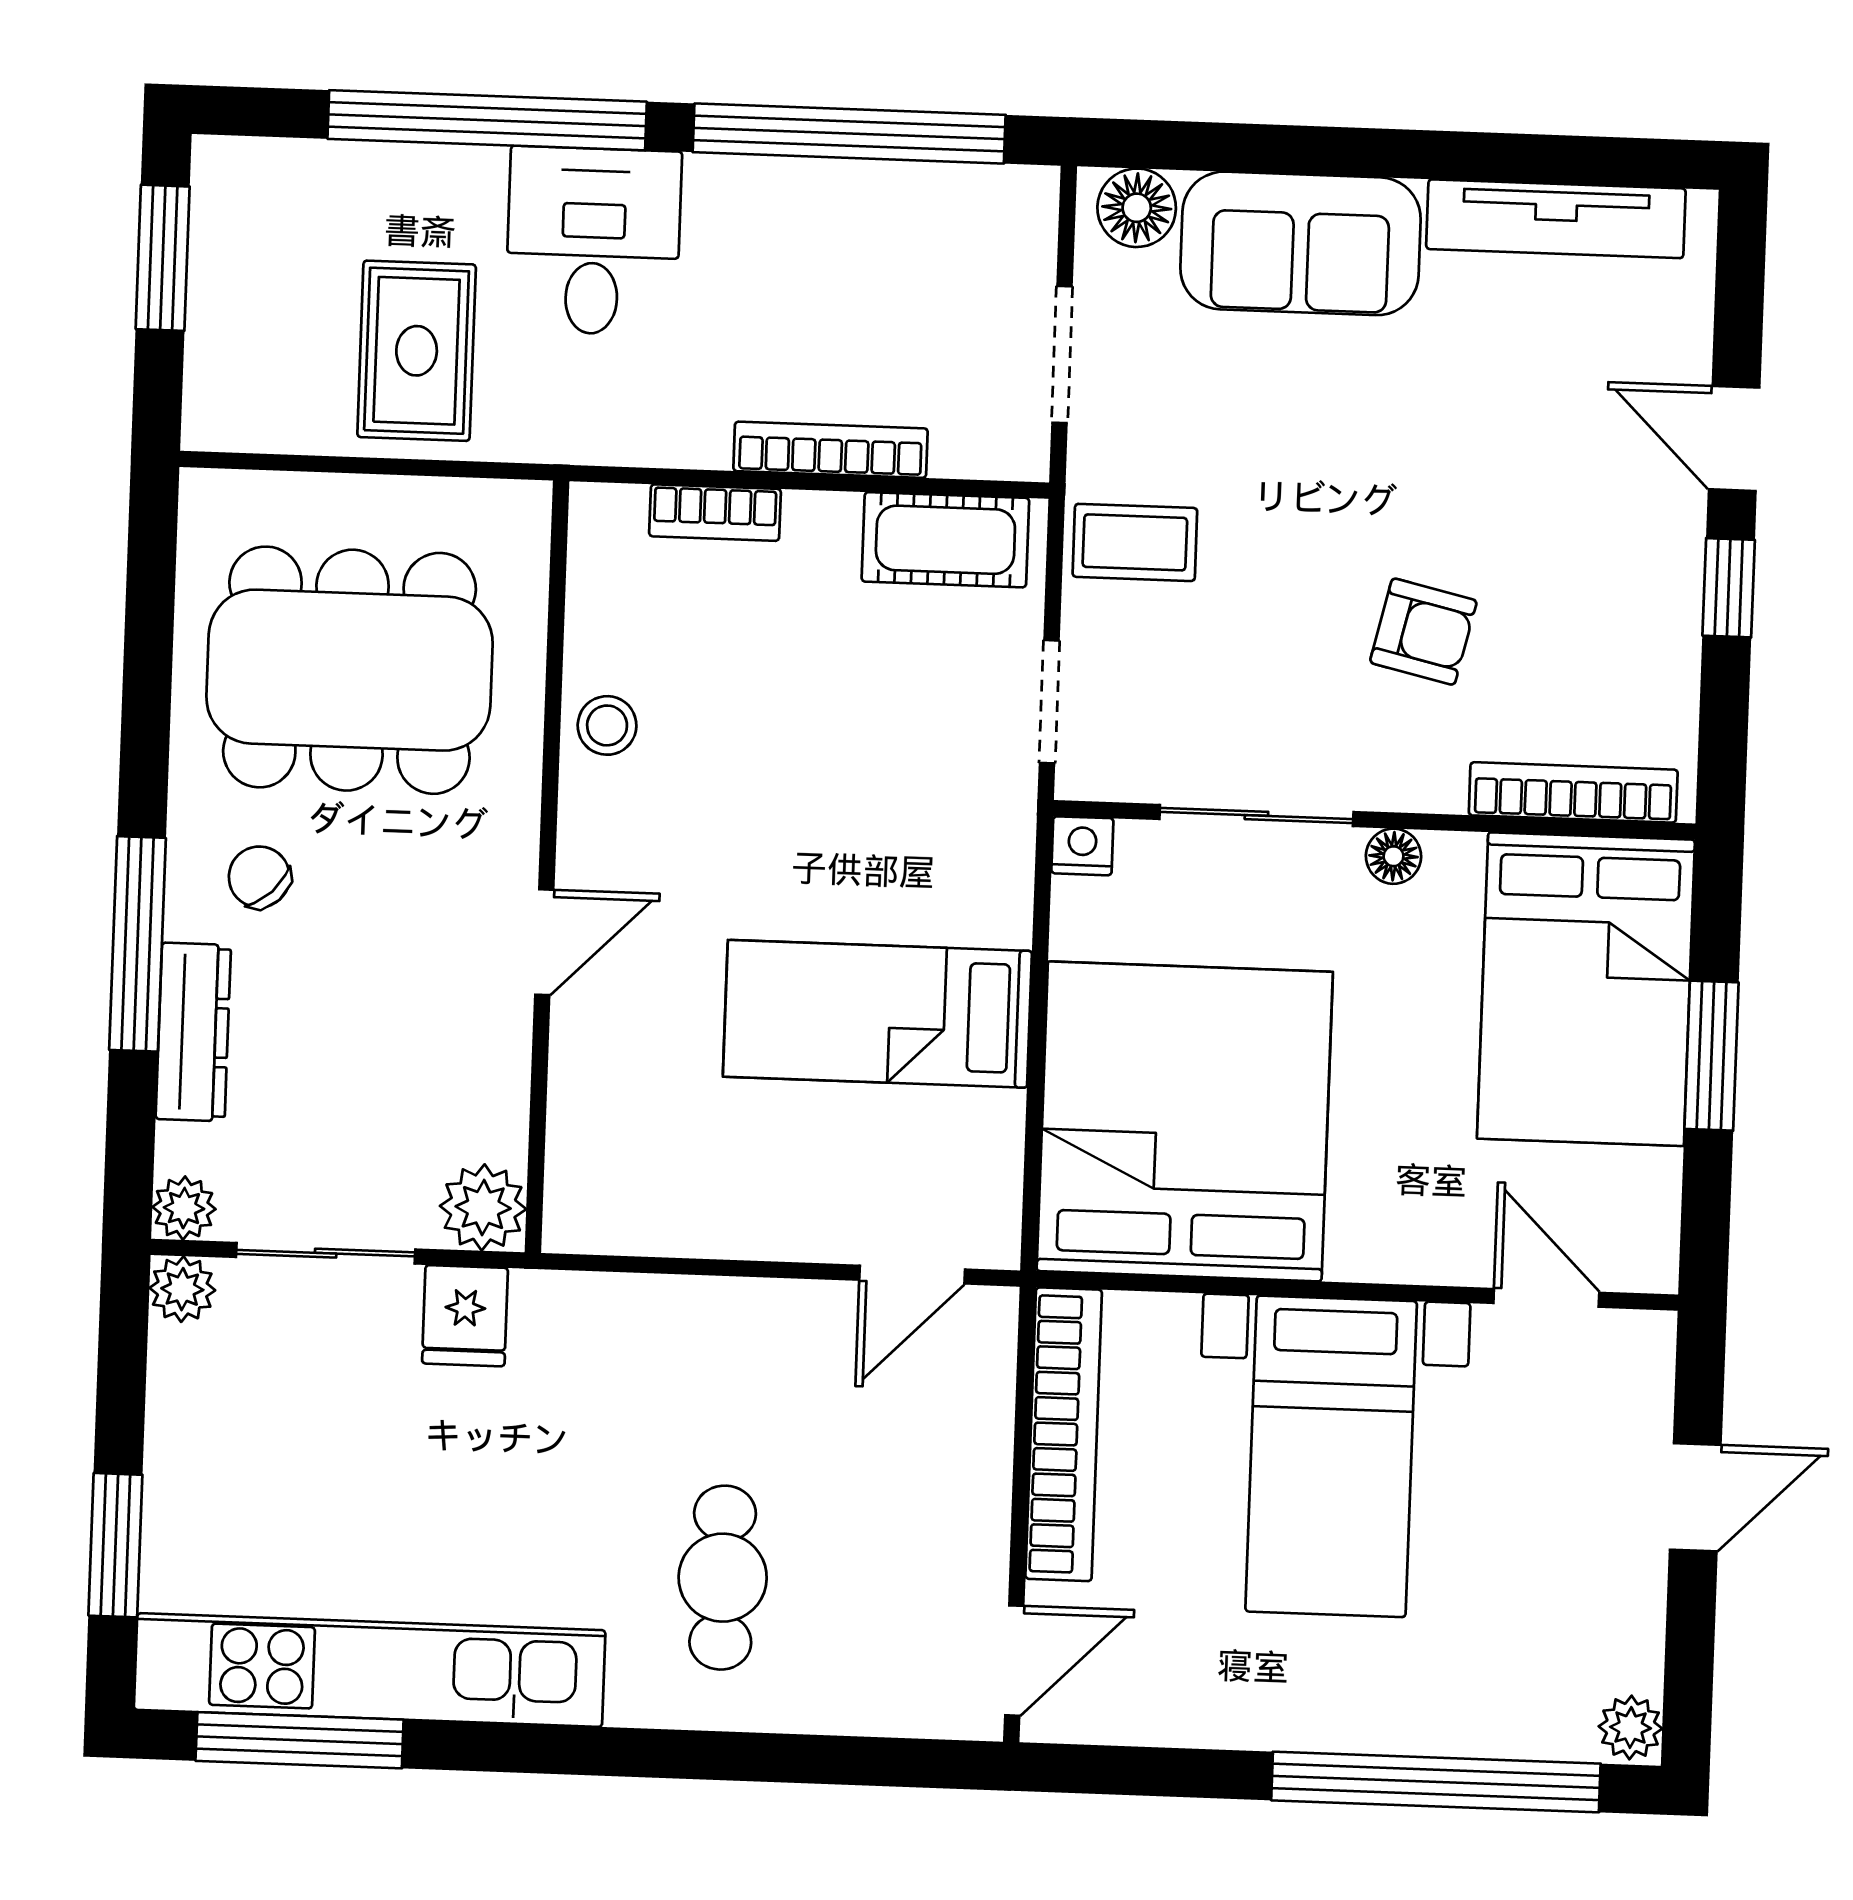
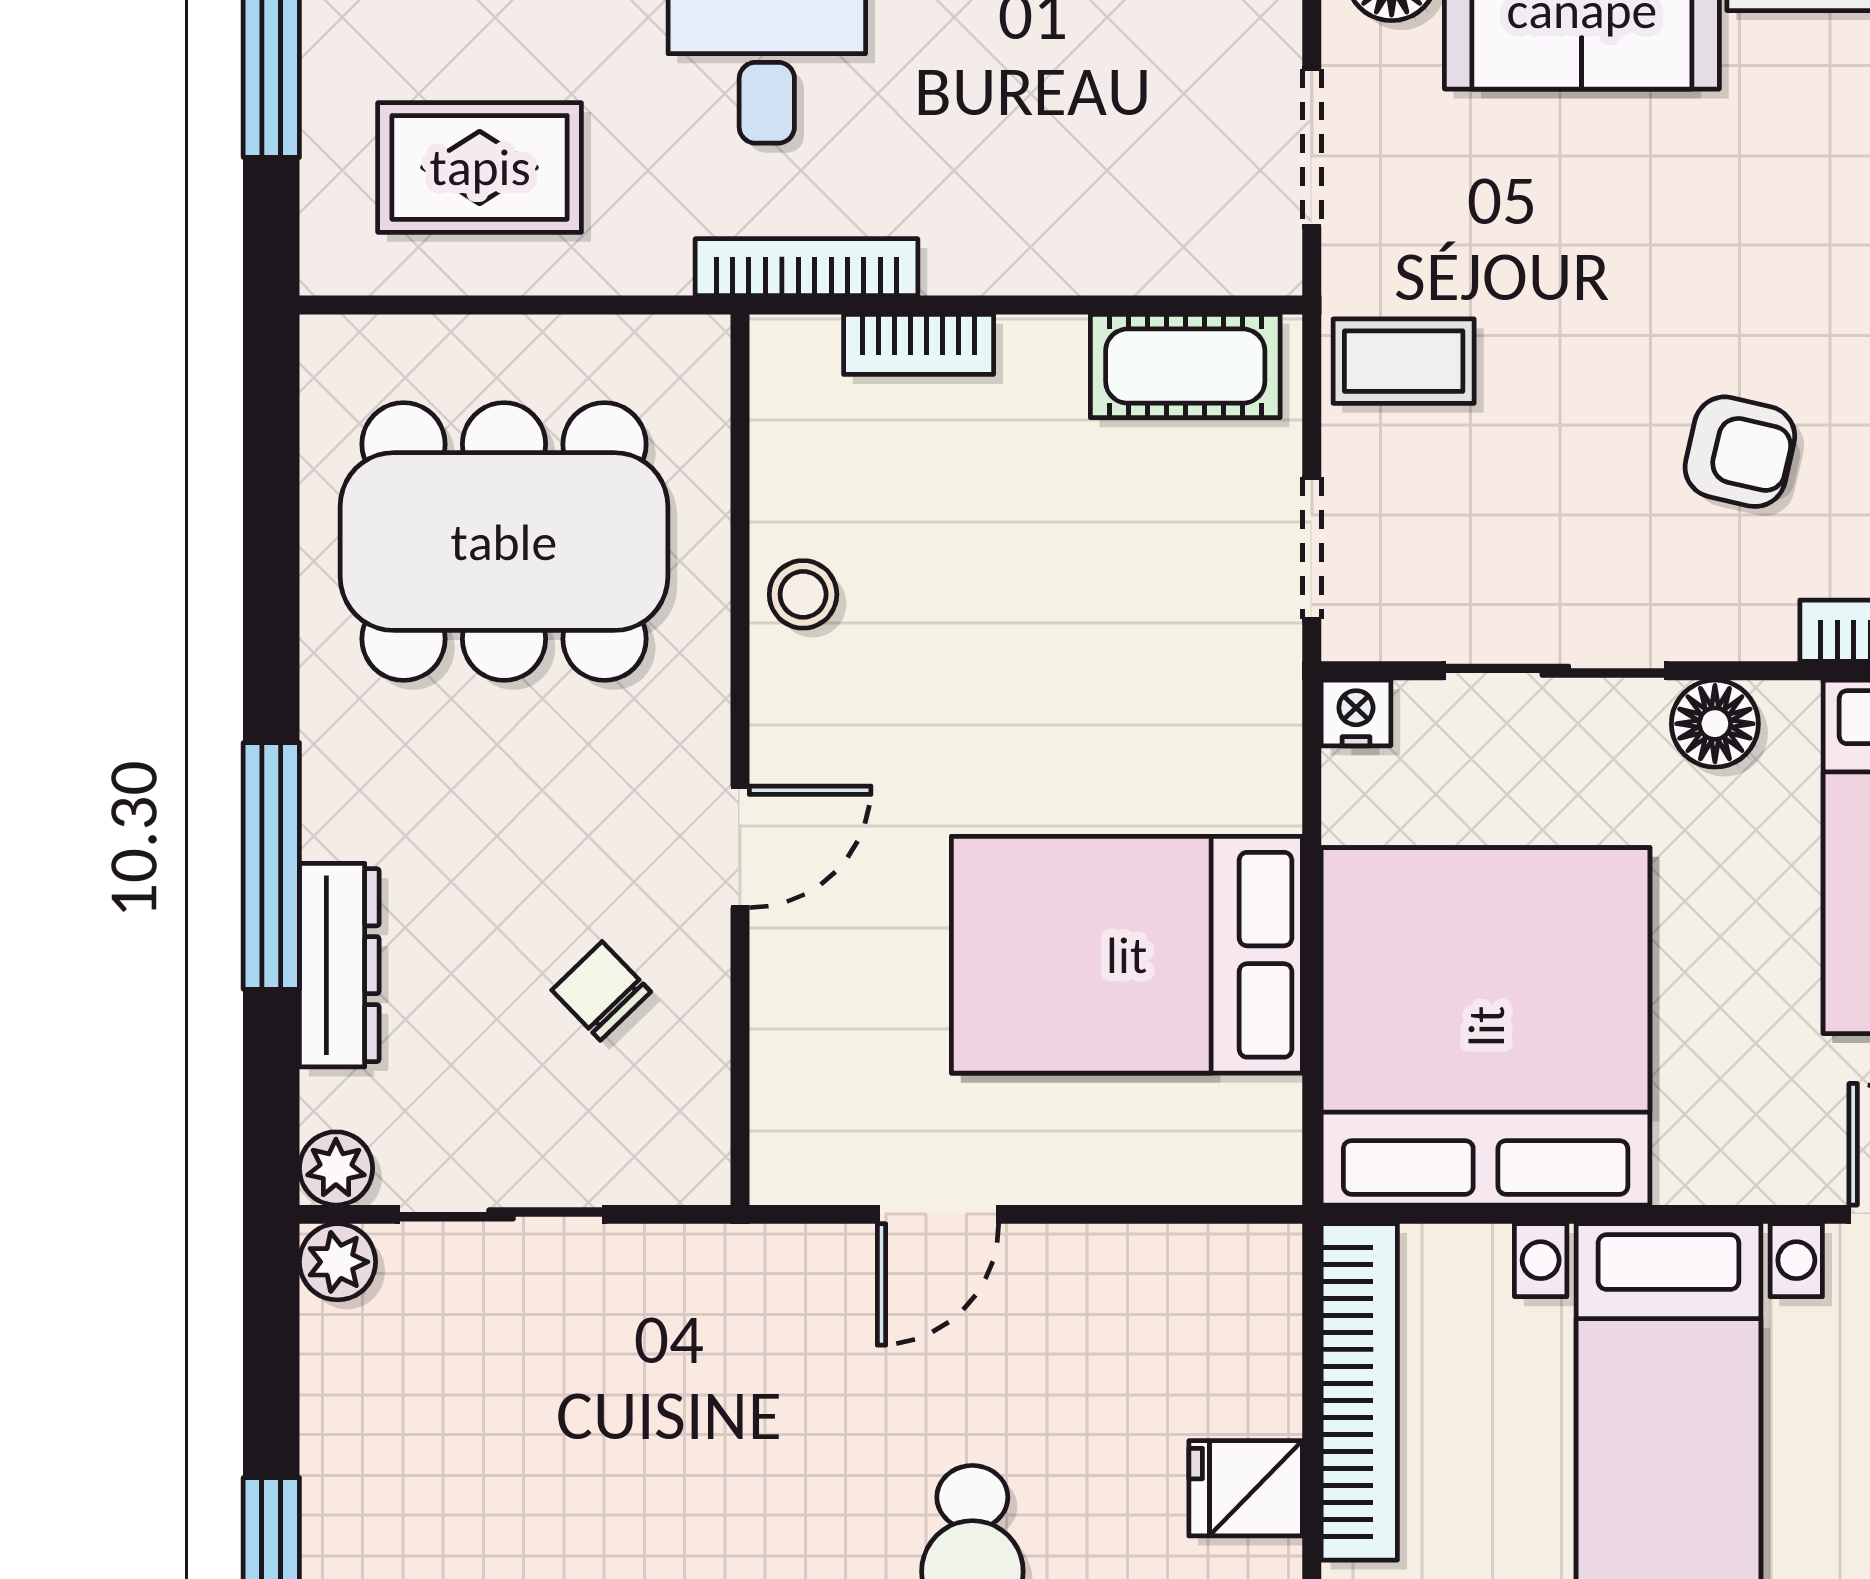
rug: (417, 351) -> (480, 167), moved, turned 90
bookcase: (831, 450) -> (806, 267), moved
floor lamp: (1394, 856) -> (1715, 724), width x1.37, depth x1.37
chair: (259, 877) -> (601, 991), moved
bed: (877, 1014) -> (1127, 955), width x1.50
plant: (483, 1207) -> (681, 1155), removed
door: (912, 1275) -> (938, 1214), moved
fridge: (465, 1316) -> (1246, 1488), moved, turned 90

